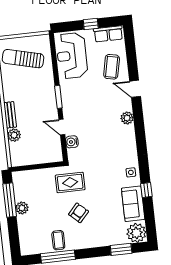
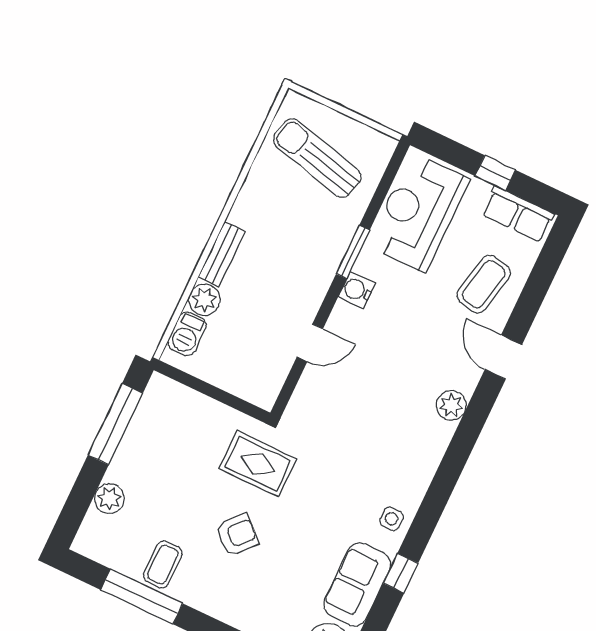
window: (58, 97) -> (353, 252), moved
door: (62, 127) -> (310, 343), swing flipped
water cooler: (72, 142) -> (357, 290), moved
barbecue: (15, 151) -> (187, 334), added
plant: (22, 208) -> (109, 499), moved

